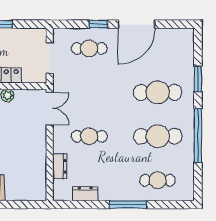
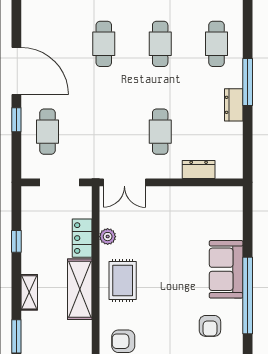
cafe table: (158, 92) -> (104, 44), width x0.73, depth x0.74
double door: (50, 108) -> (124, 182), swing flipped
cafe table: (158, 136) -> (160, 44), width x0.73, depth x0.74
dresser: (85, 194) -> (234, 105), moved

